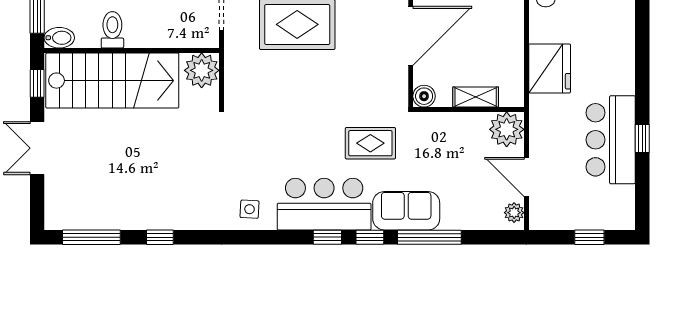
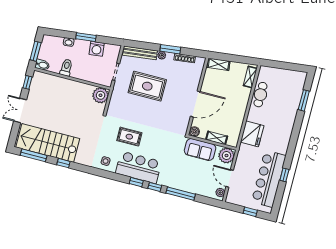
stairs: (112, 81) -> (48, 143), moved, turned 180
bar counter: (611, 140) -> (269, 179), width x1.36
rug: (370, 143) -> (129, 137), moved
sofa: (406, 211) -> (200, 150), moved, turned 180

